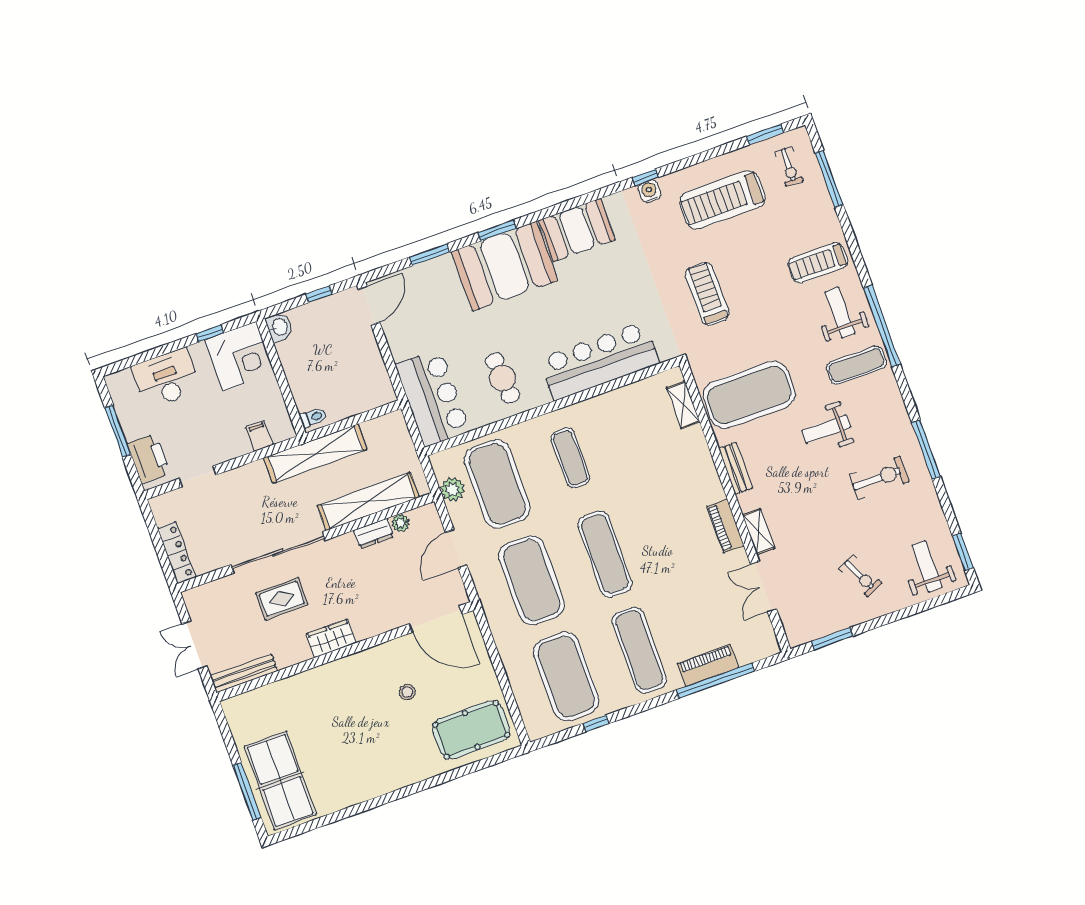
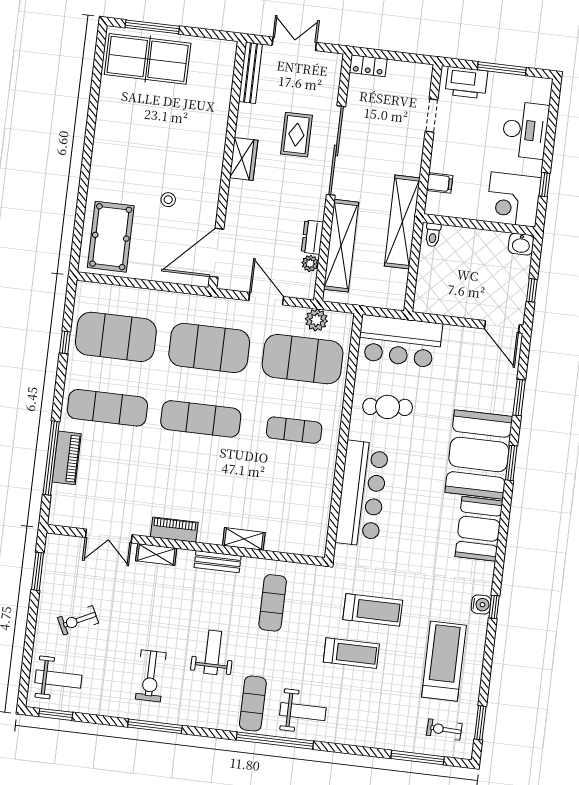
treadmill: (818, 263) -> (351, 653), moved, turned 90
exercise mat: (749, 395) -> (273, 603), width x0.50, depth x0.69
shelving: (683, 405) -> (244, 539), moved
locker: (176, 553) -> (368, 66), width x0.66
double door: (763, 587) -> (109, 536), swing flipped

